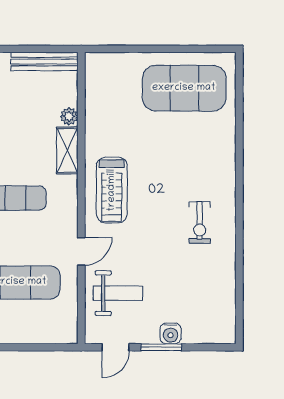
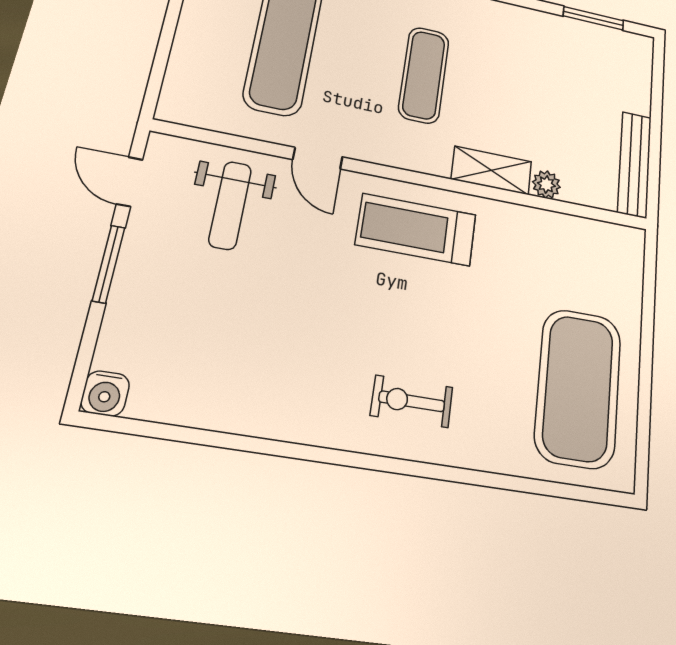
exercise bike: (200, 222) -> (412, 401), moved
water cooler: (170, 333) -> (105, 393), moved, turned -90

